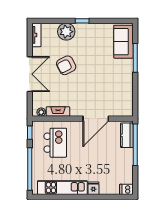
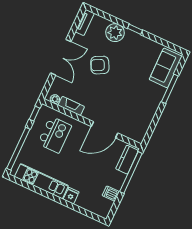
dishwasher: (126, 189) -> (111, 194), moved

